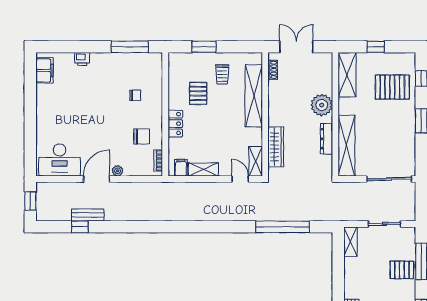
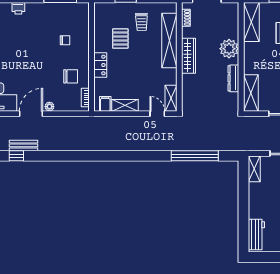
shelving: (347, 146) -> (251, 93), width x0.68
wardrobe: (276, 147) -> (189, 56), moved

